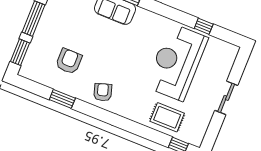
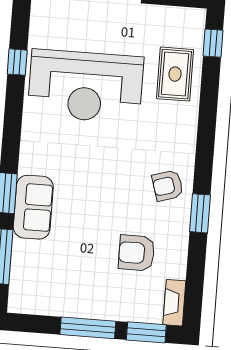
fireplace: (32, 74) -> (174, 303), added
window: (62, 99) -> (200, 213), moved

